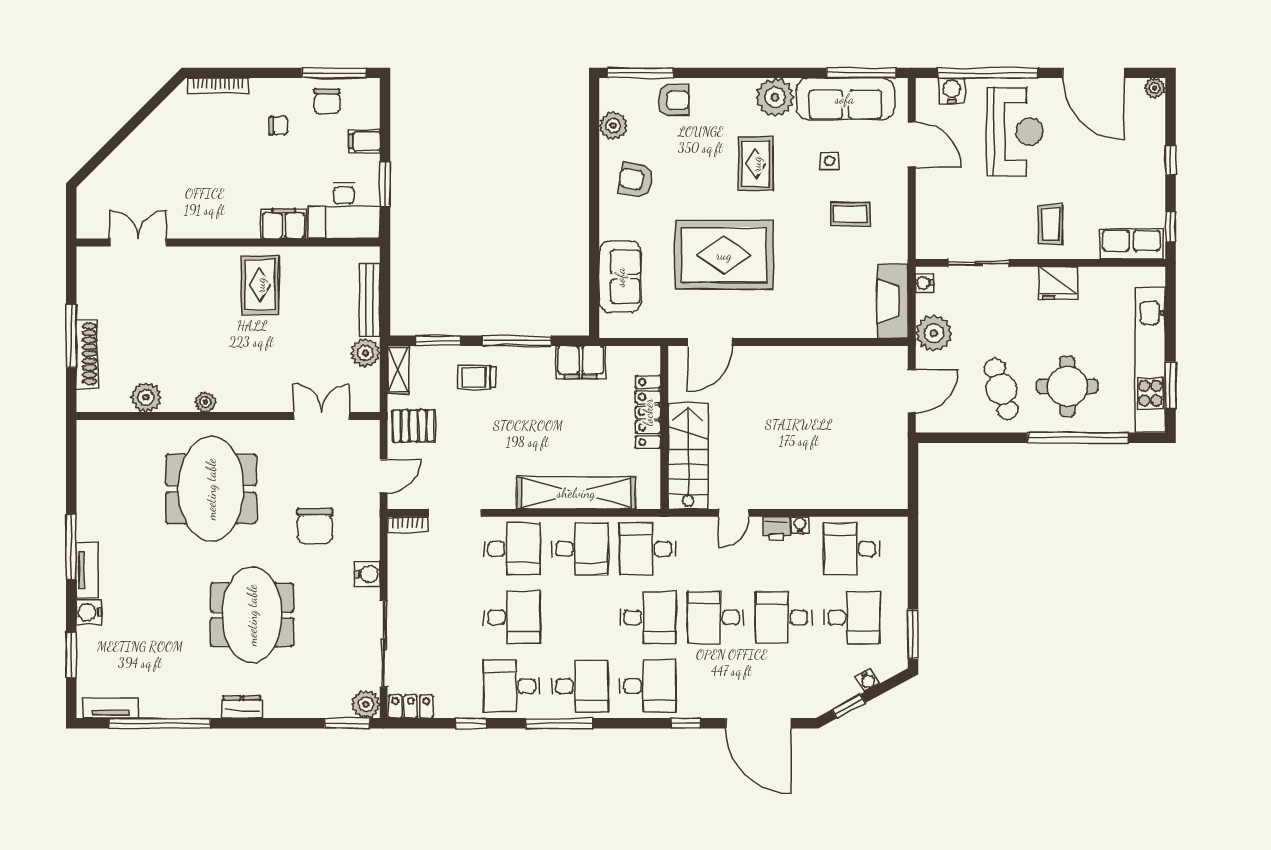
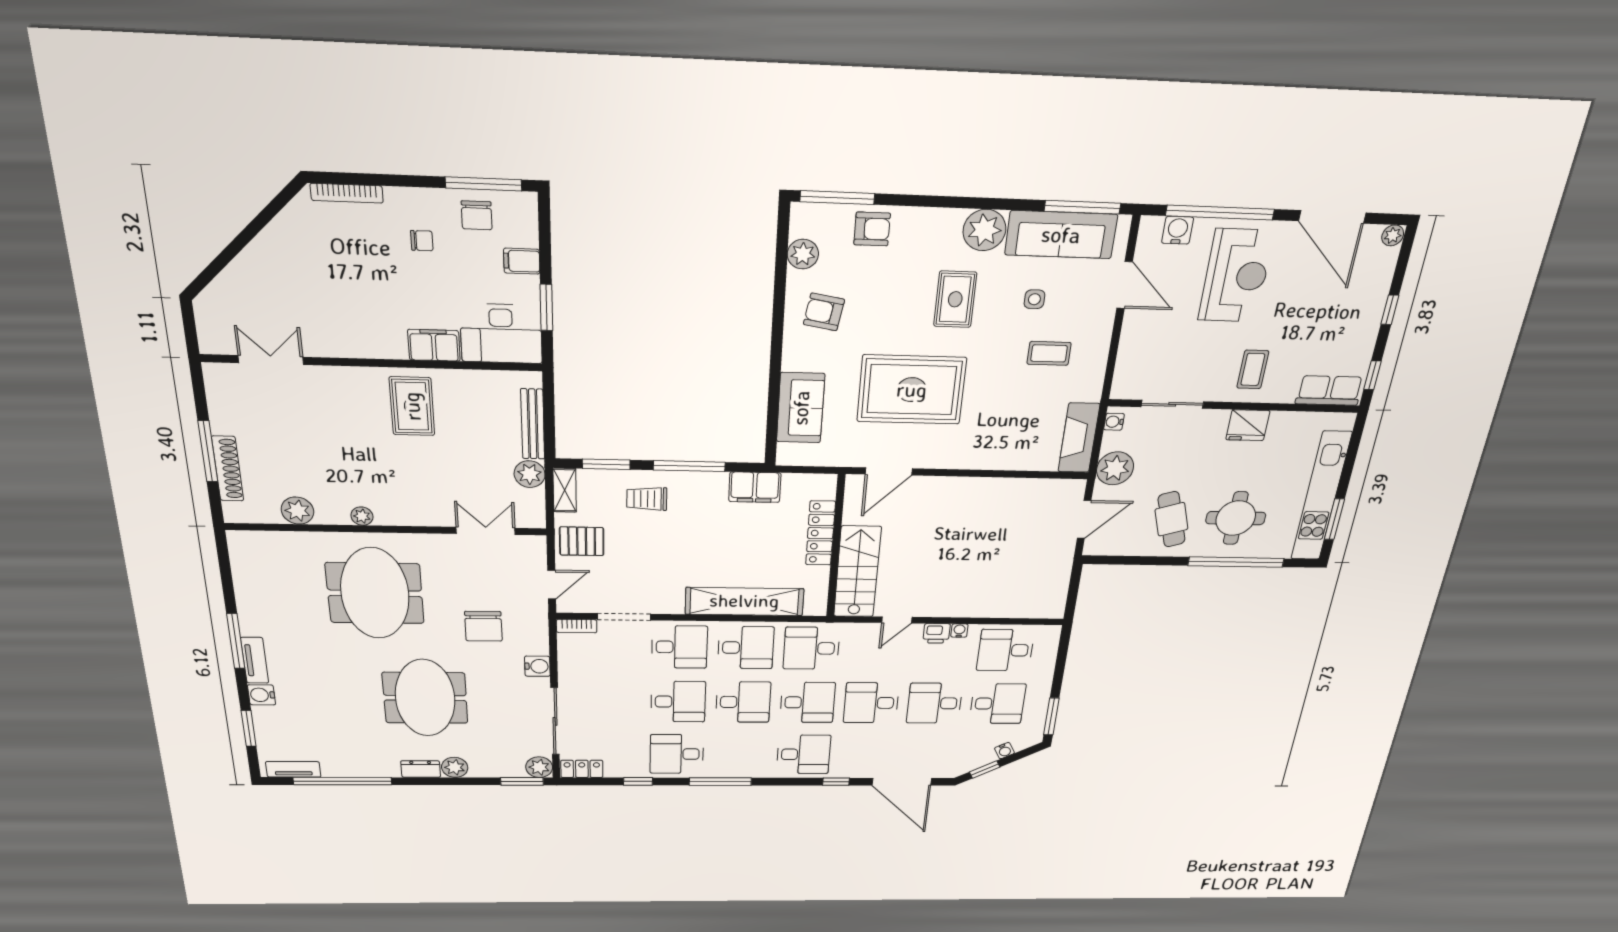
desk: (580, 686) -> (743, 702), moved
plant: (277, 705) -> (455, 767), added

